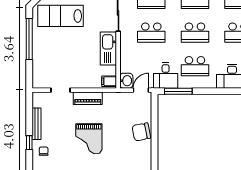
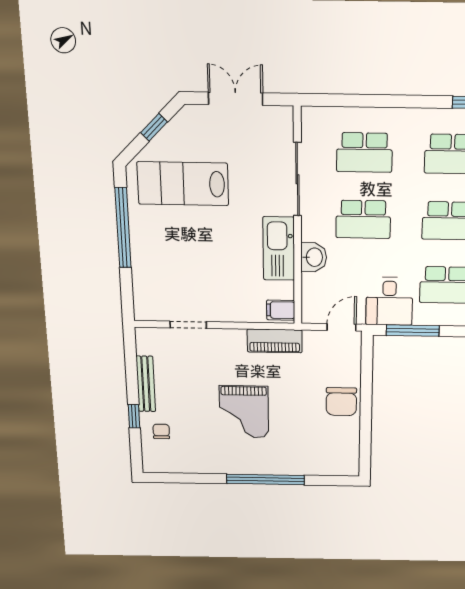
washbasin: (126, 81) -> (314, 257), moved
piano: (88, 98) -> (275, 341), moved
chair: (141, 132) -> (341, 402), turned -79

